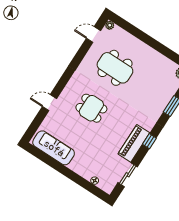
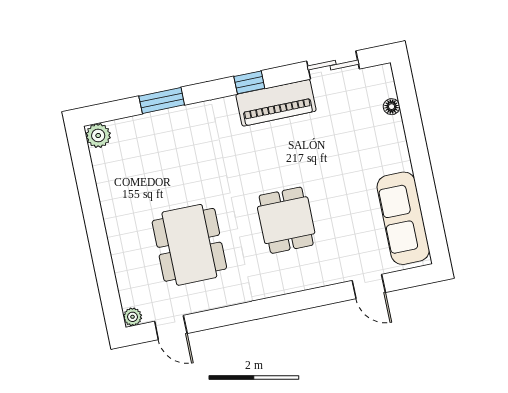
door: (49, 103) -> (369, 286), moved

